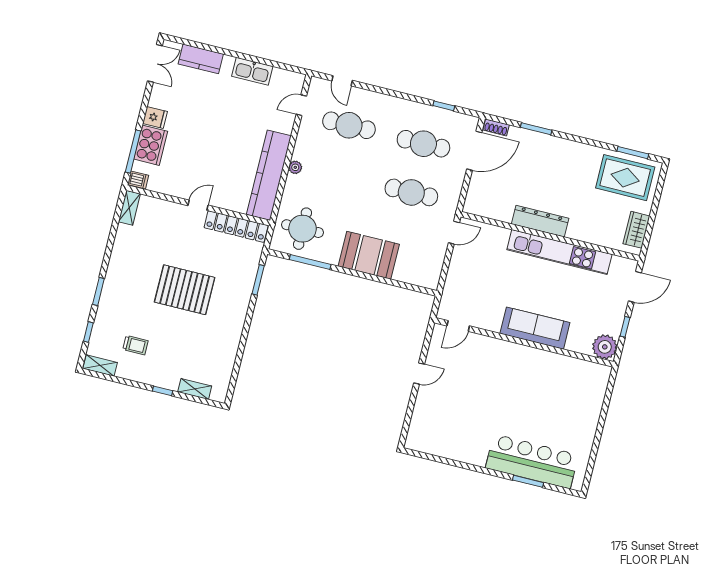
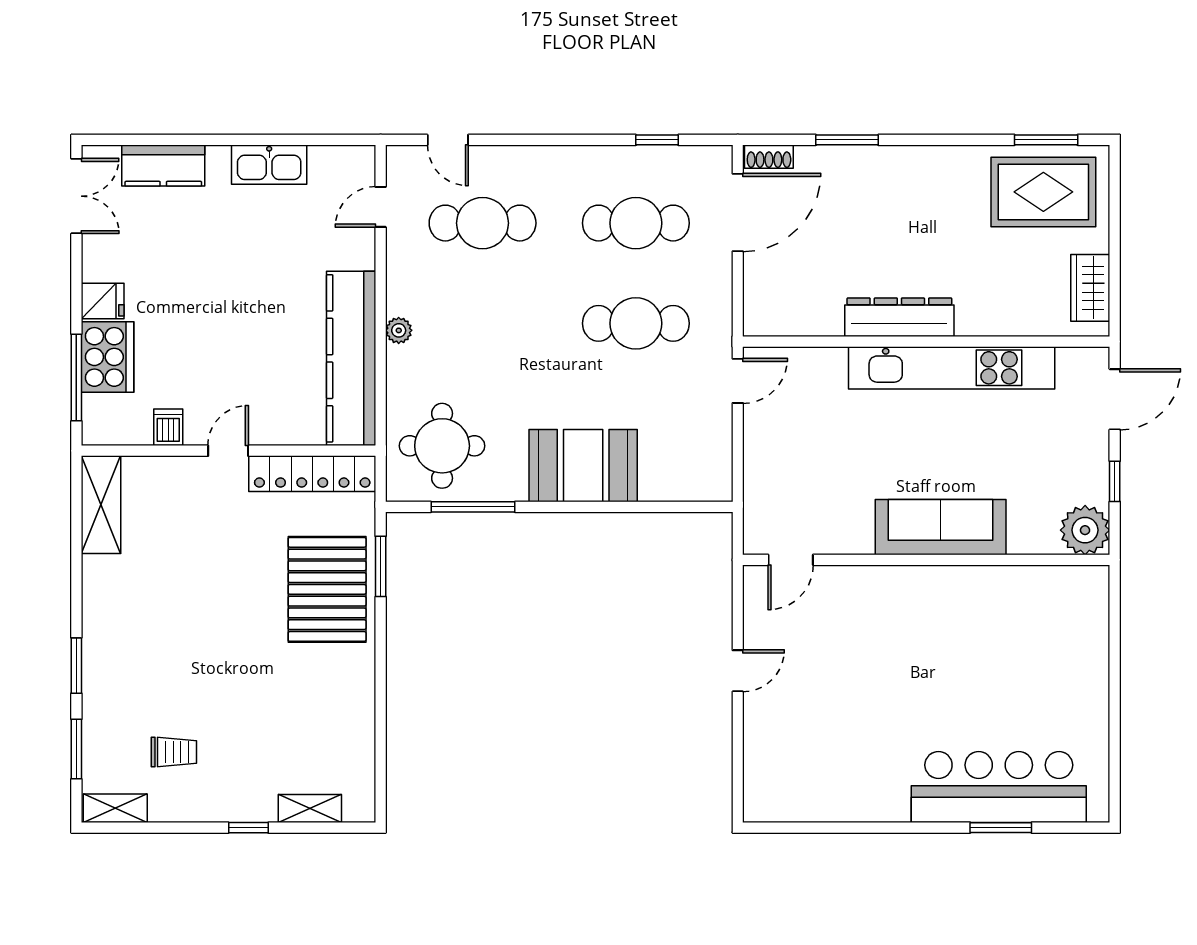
dishwasher: (138, 180) -> (168, 427), moved, turned -90
shelving: (129, 208) -> (101, 505), width x1.50, depth x1.33
pallet: (185, 290) -> (327, 589), moved, turned 90
window: (88, 332) -> (76, 749), width x1.50

